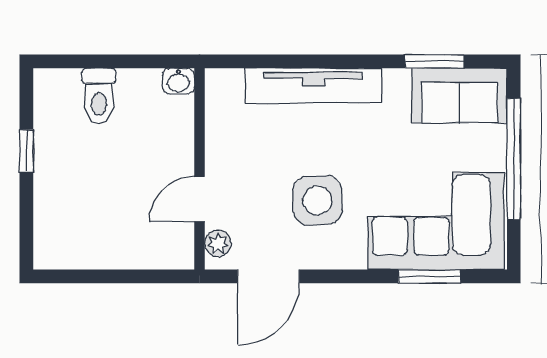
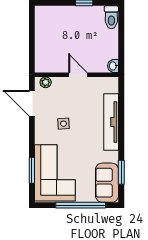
toilet: (99, 96) -> (111, 17), moved, turned -90
door: (200, 199) -> (78, 75), moved
side table: (317, 200) -> (64, 124), width x0.54, depth x0.54

